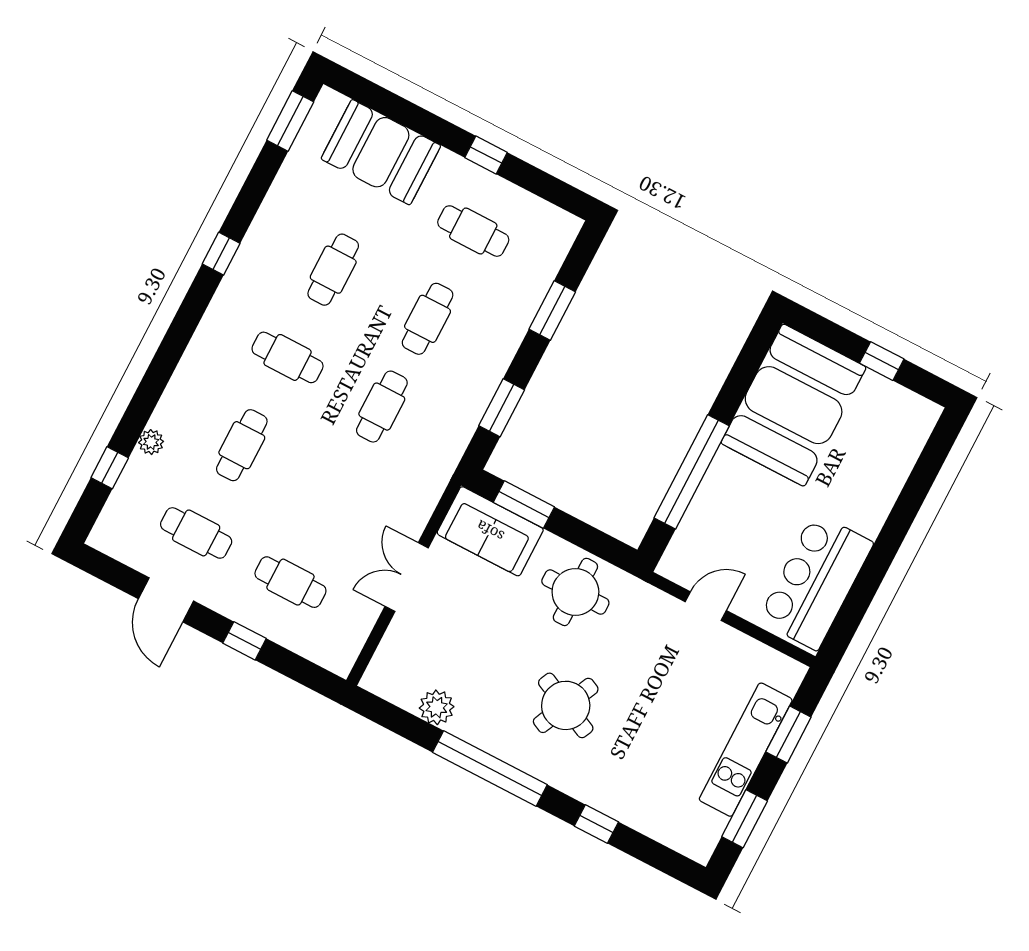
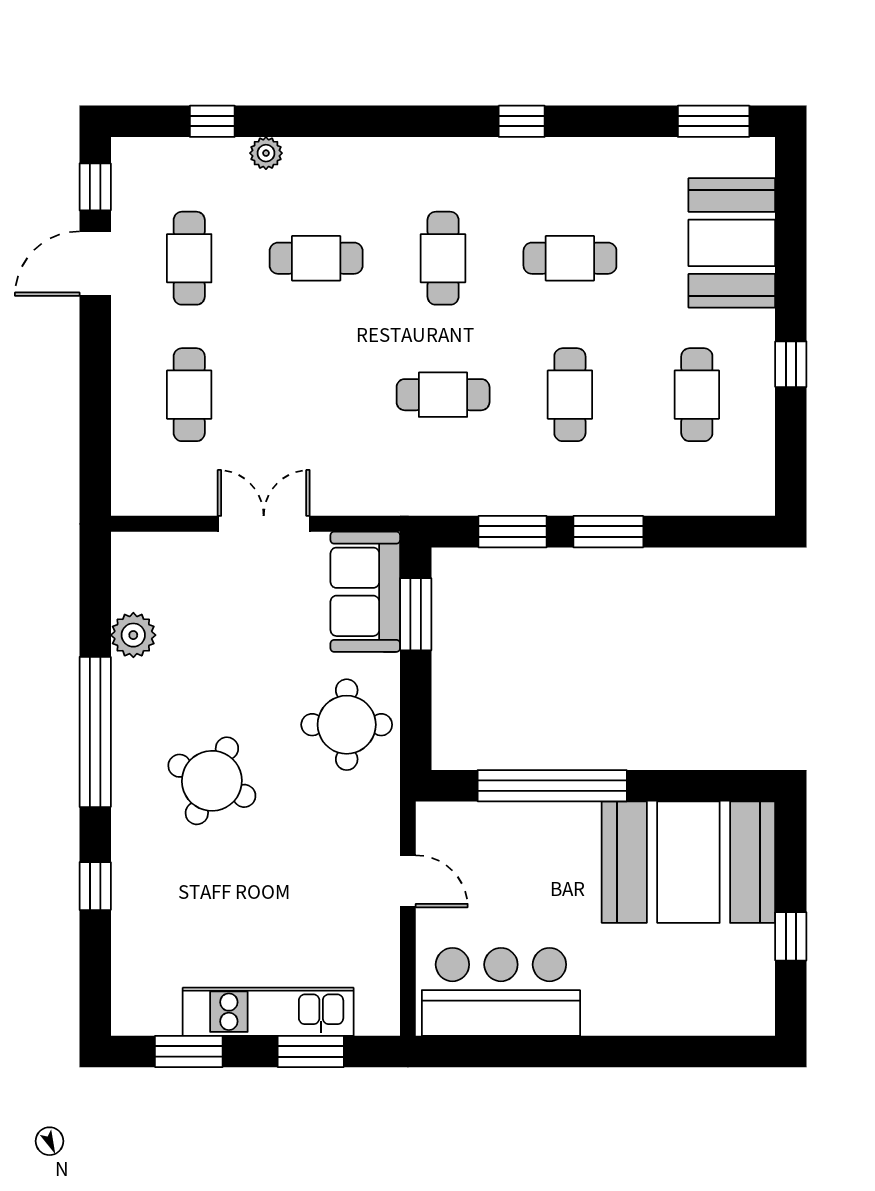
window: (552, 311) -> (608, 532), moved
cafe table: (428, 319) -> (570, 395), turned 90
window: (245, 641) -> (95, 187), moved

